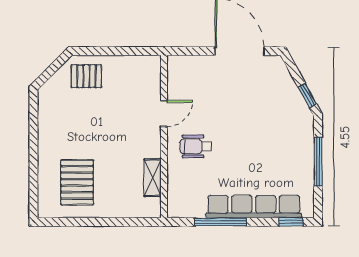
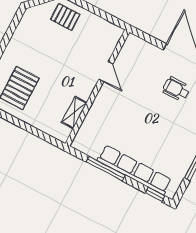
door: (164, 113) -> (106, 72), hinge flipped
wheelchair: (196, 146) -> (176, 89), moved

